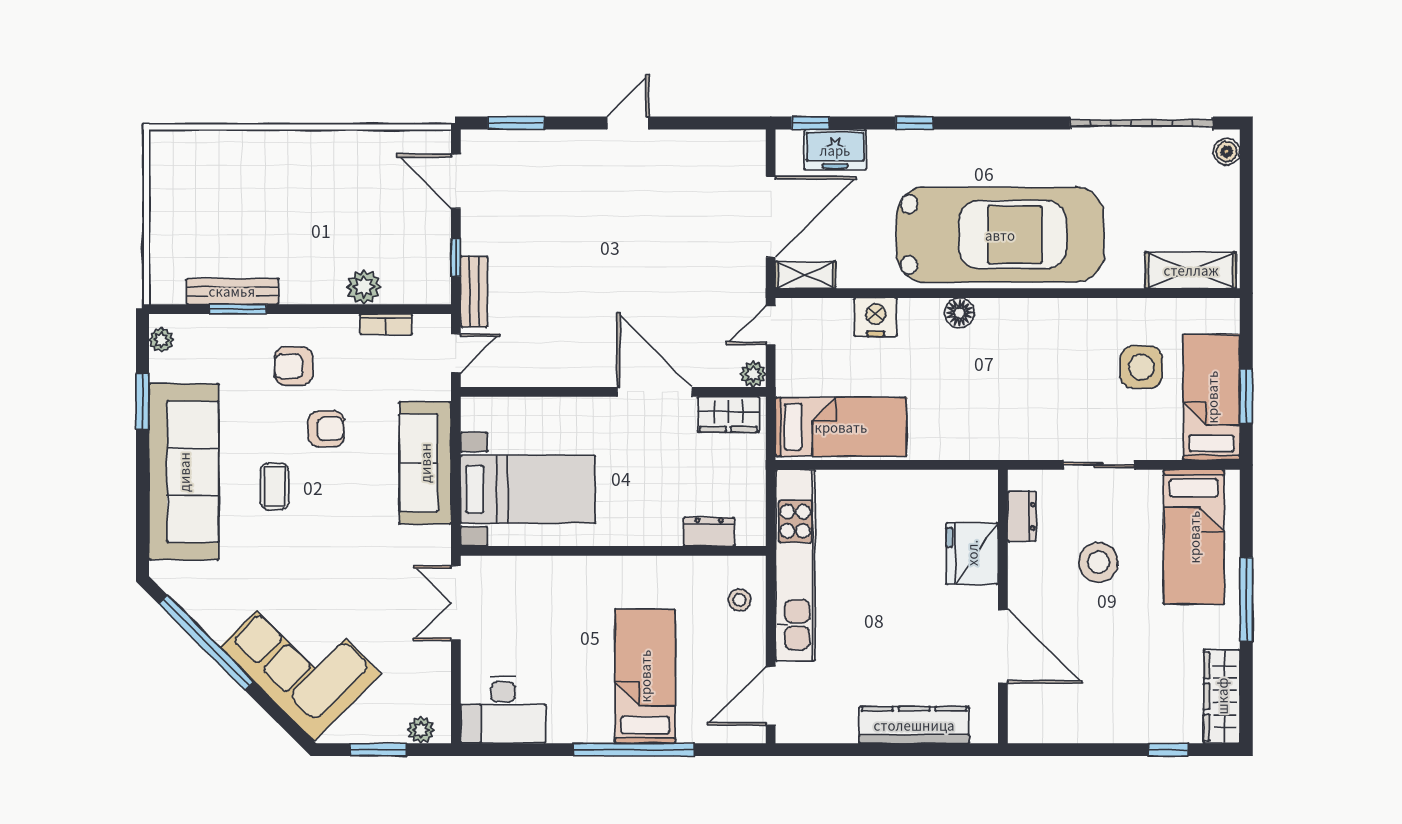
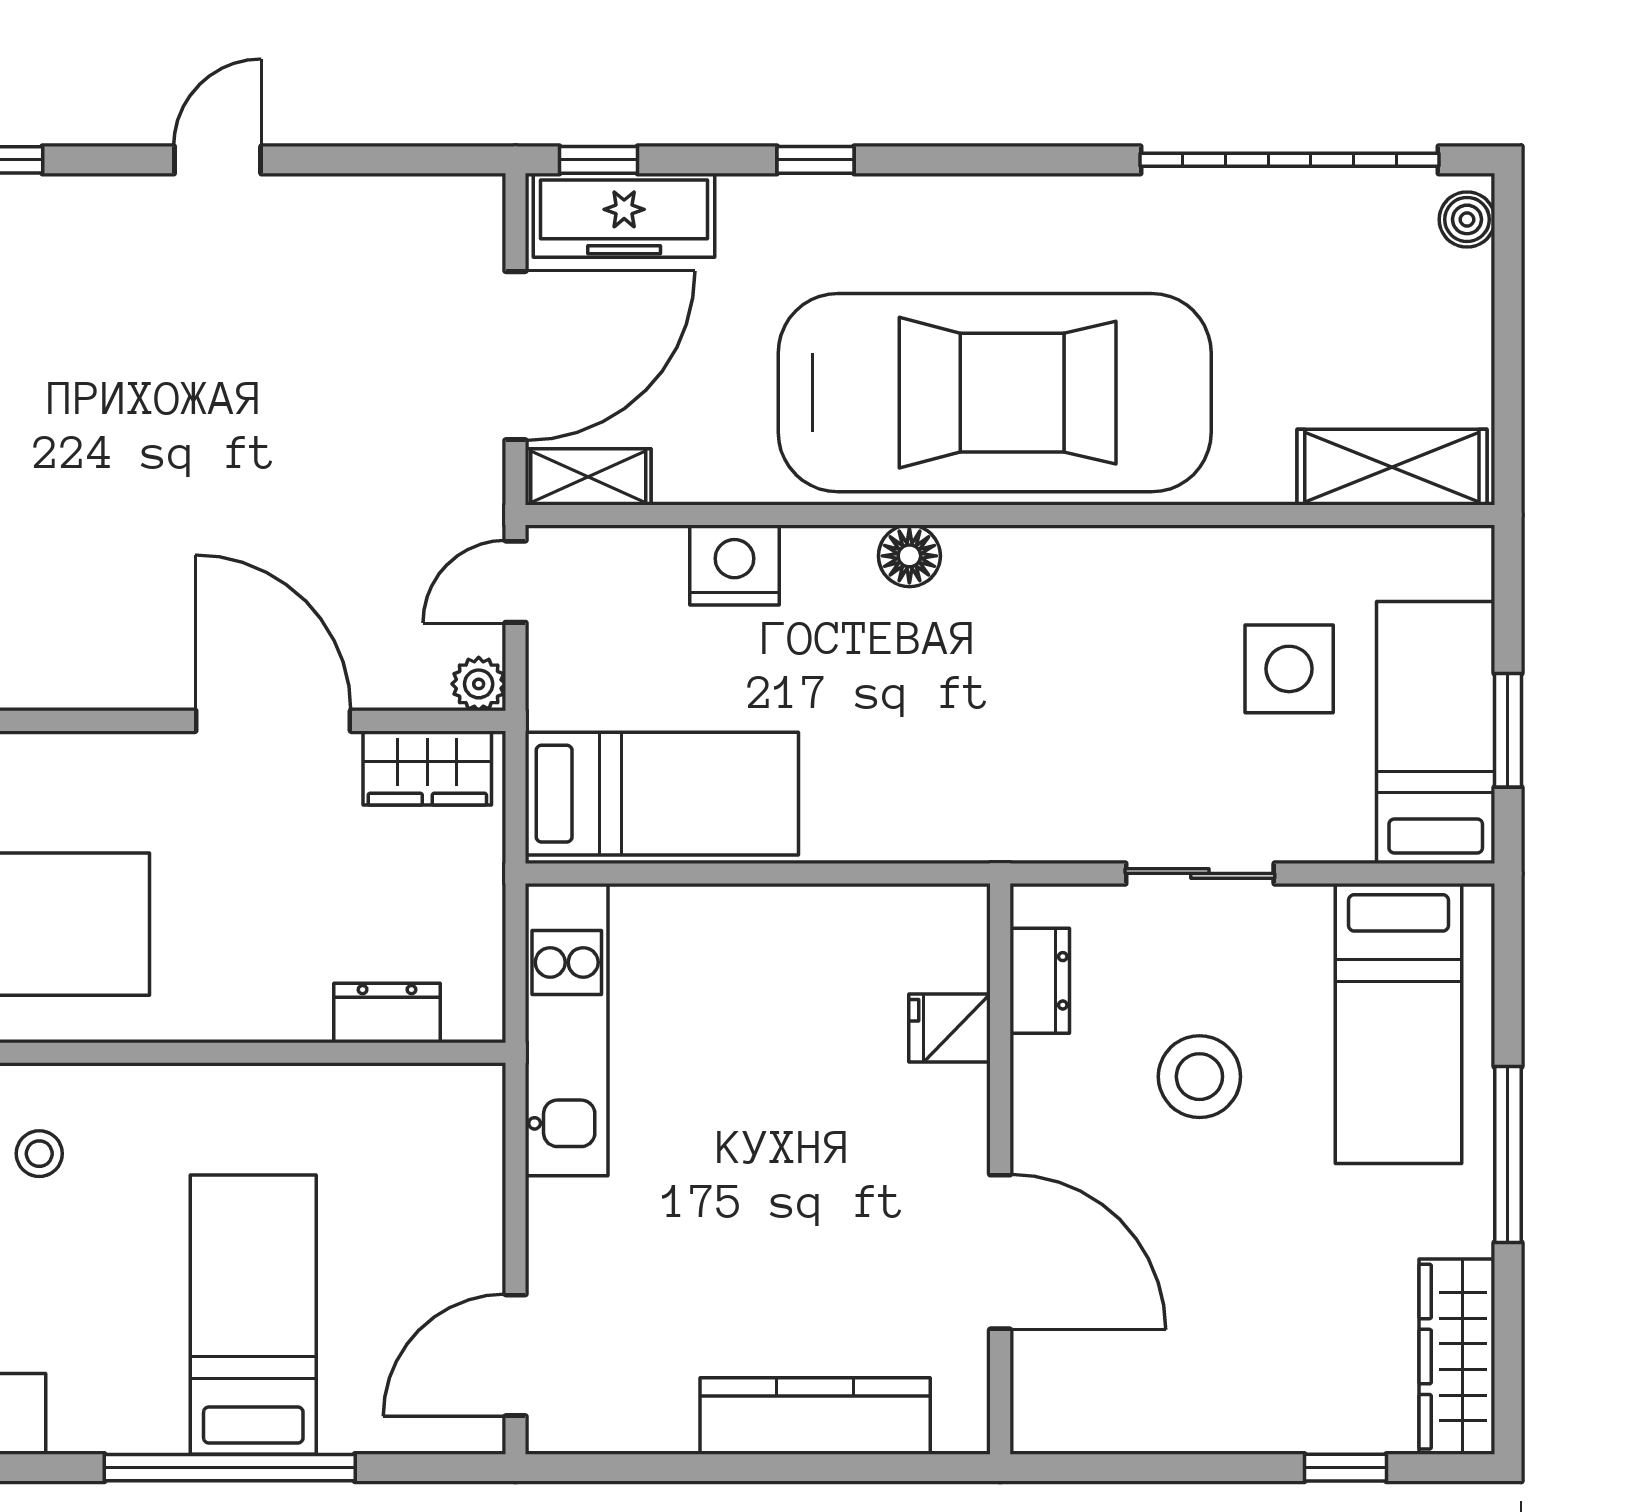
freezer: (835, 150) -> (624, 215), width x1.40
fridge: (972, 553) -> (950, 1028), width x0.53, depth x0.75
kitchen unit: (795, 565) -> (567, 1030), width x0.73
stool: (739, 600) -> (39, 1154), moved

